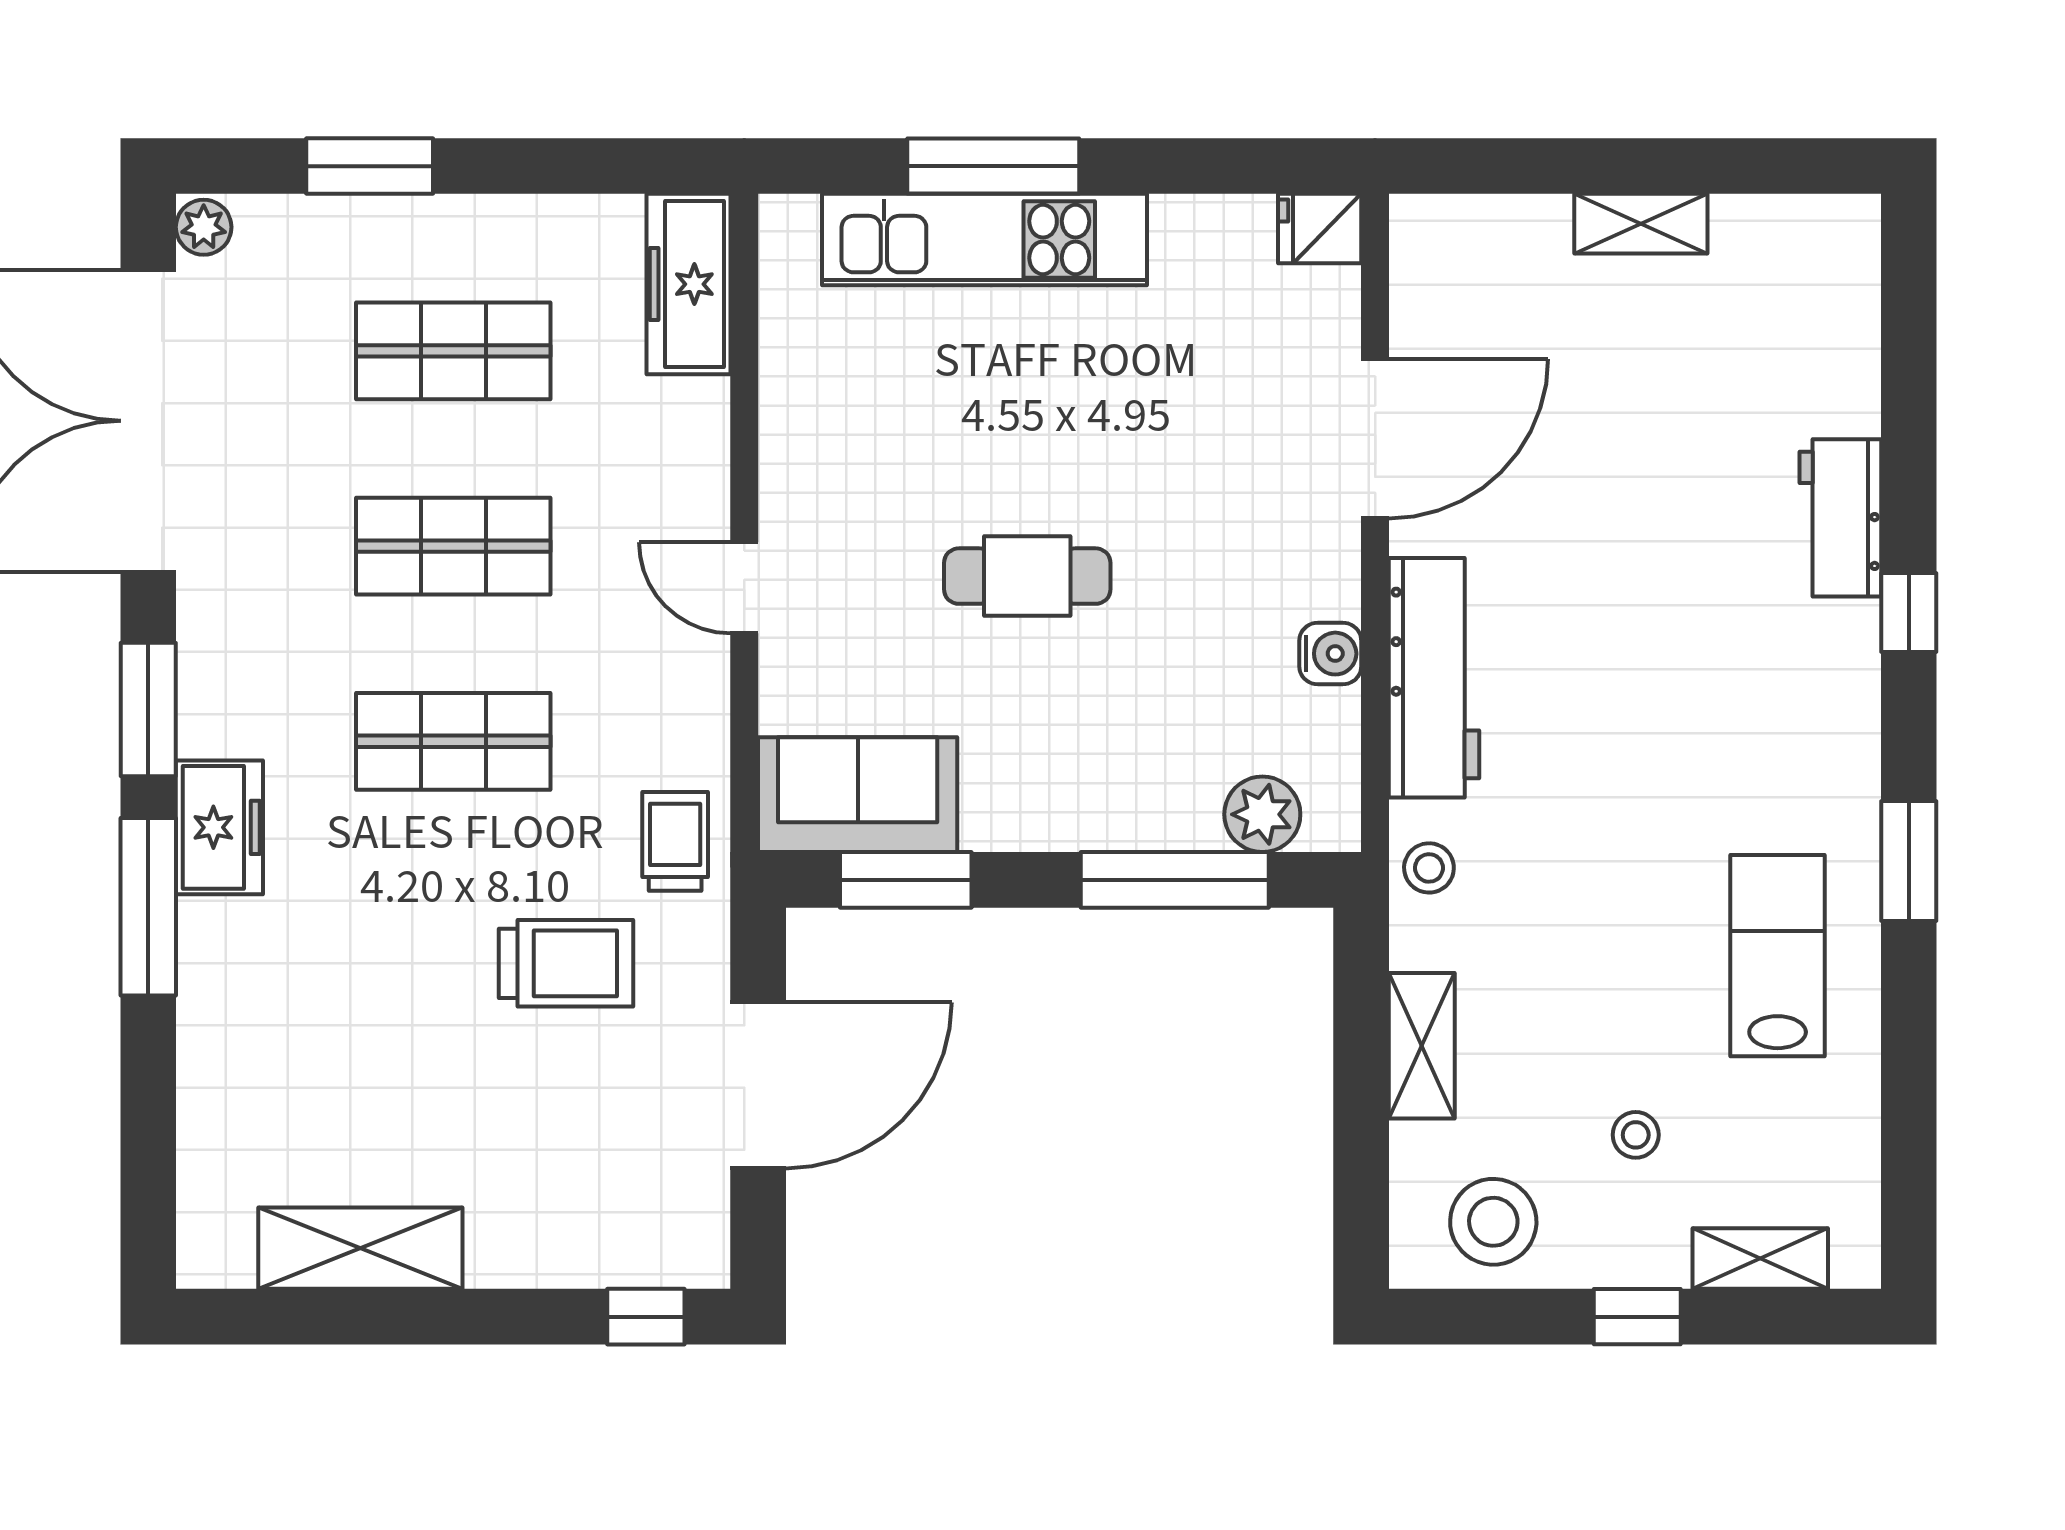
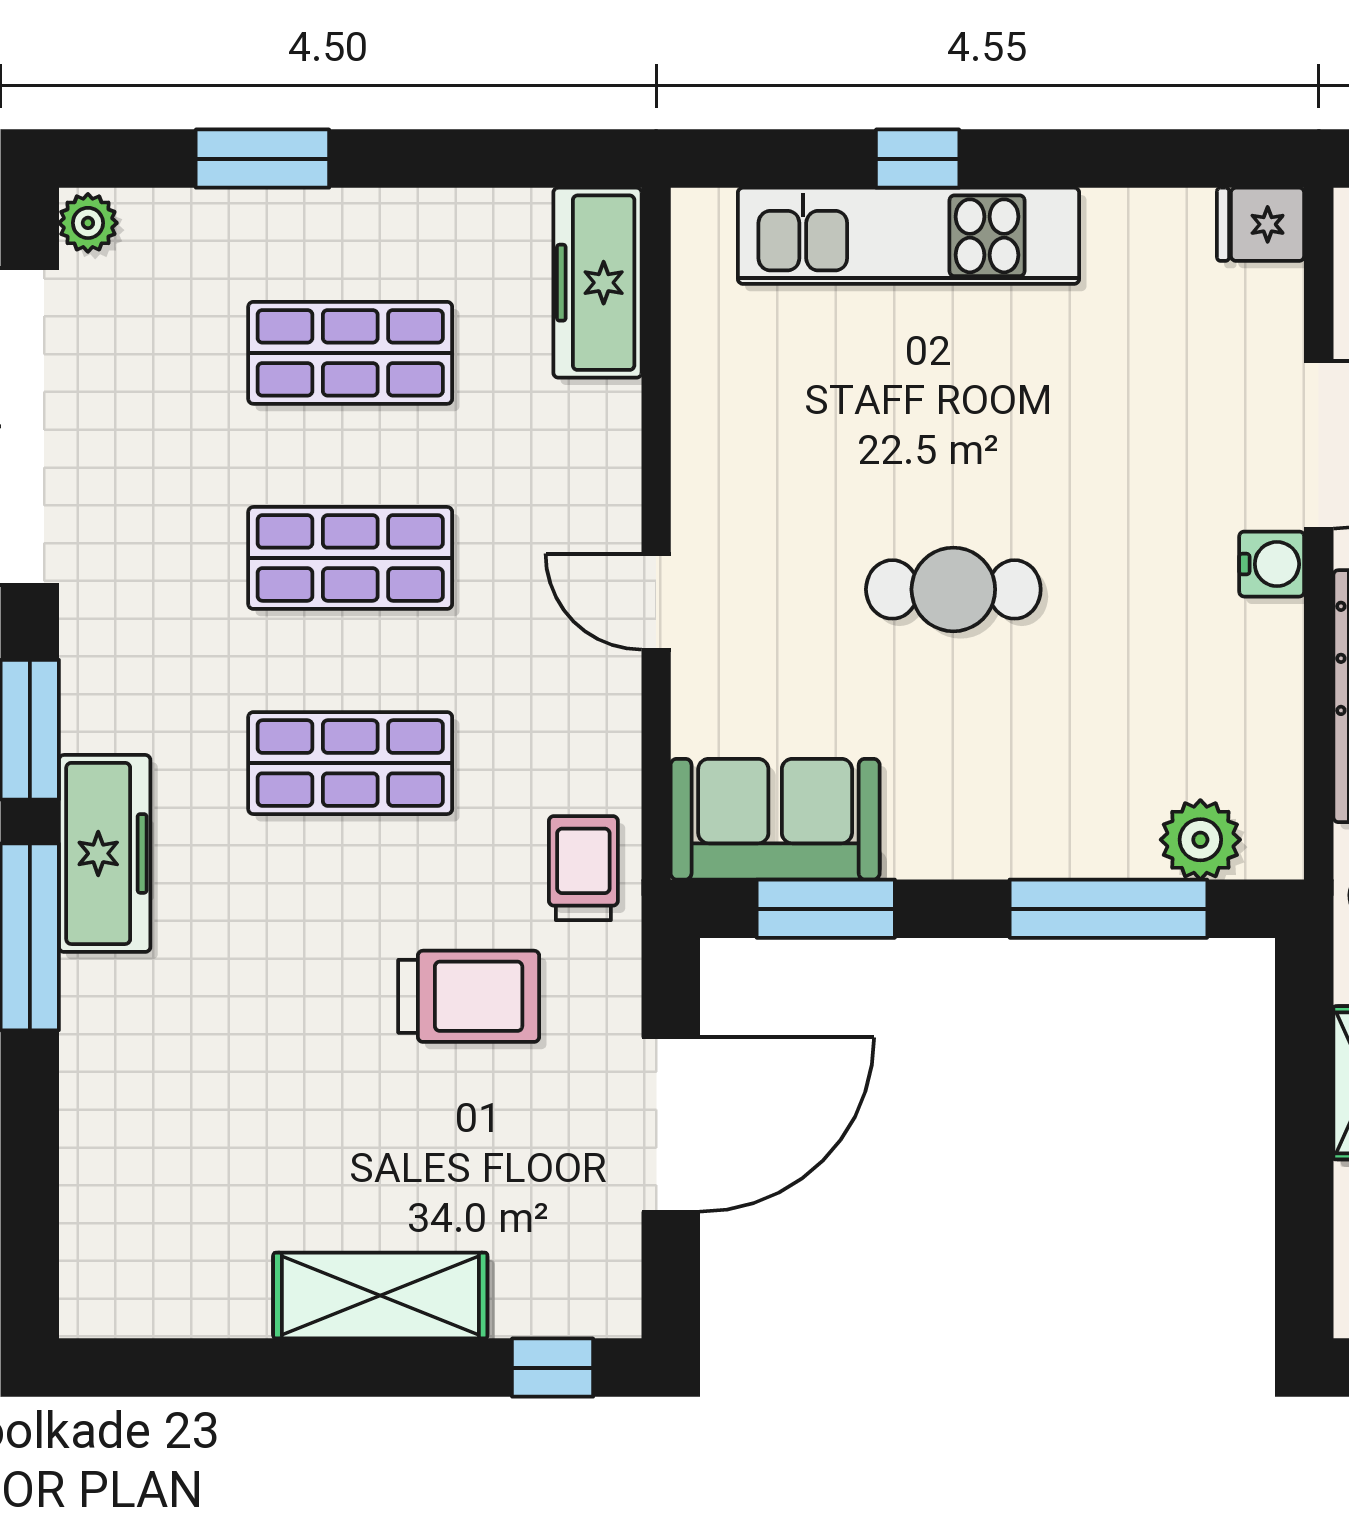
window: (993, 166) -> (918, 159), width x0.46
water cooler: (1330, 654) -> (1272, 564), moved
freezer: (219, 827) -> (105, 853), width x1.40
shelving: (360, 1248) -> (380, 1296), moved

